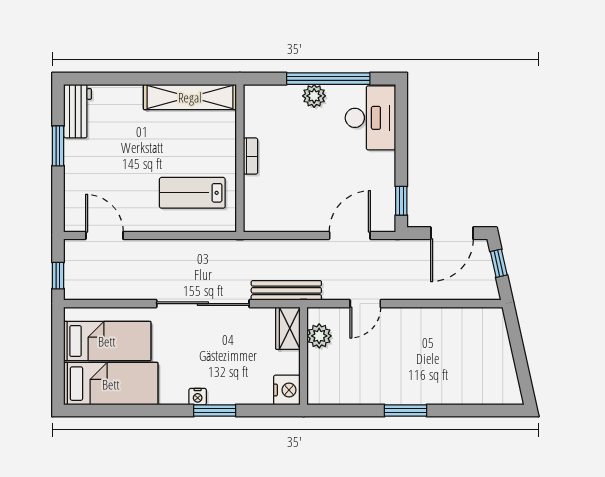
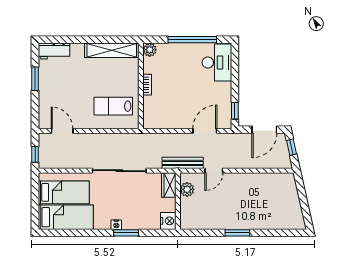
plant: (314, 96) -> (150, 50), moved
workbench: (78, 111) -> (54, 51), moved, turned 90
bench: (286, 290) -> (183, 163), moved

